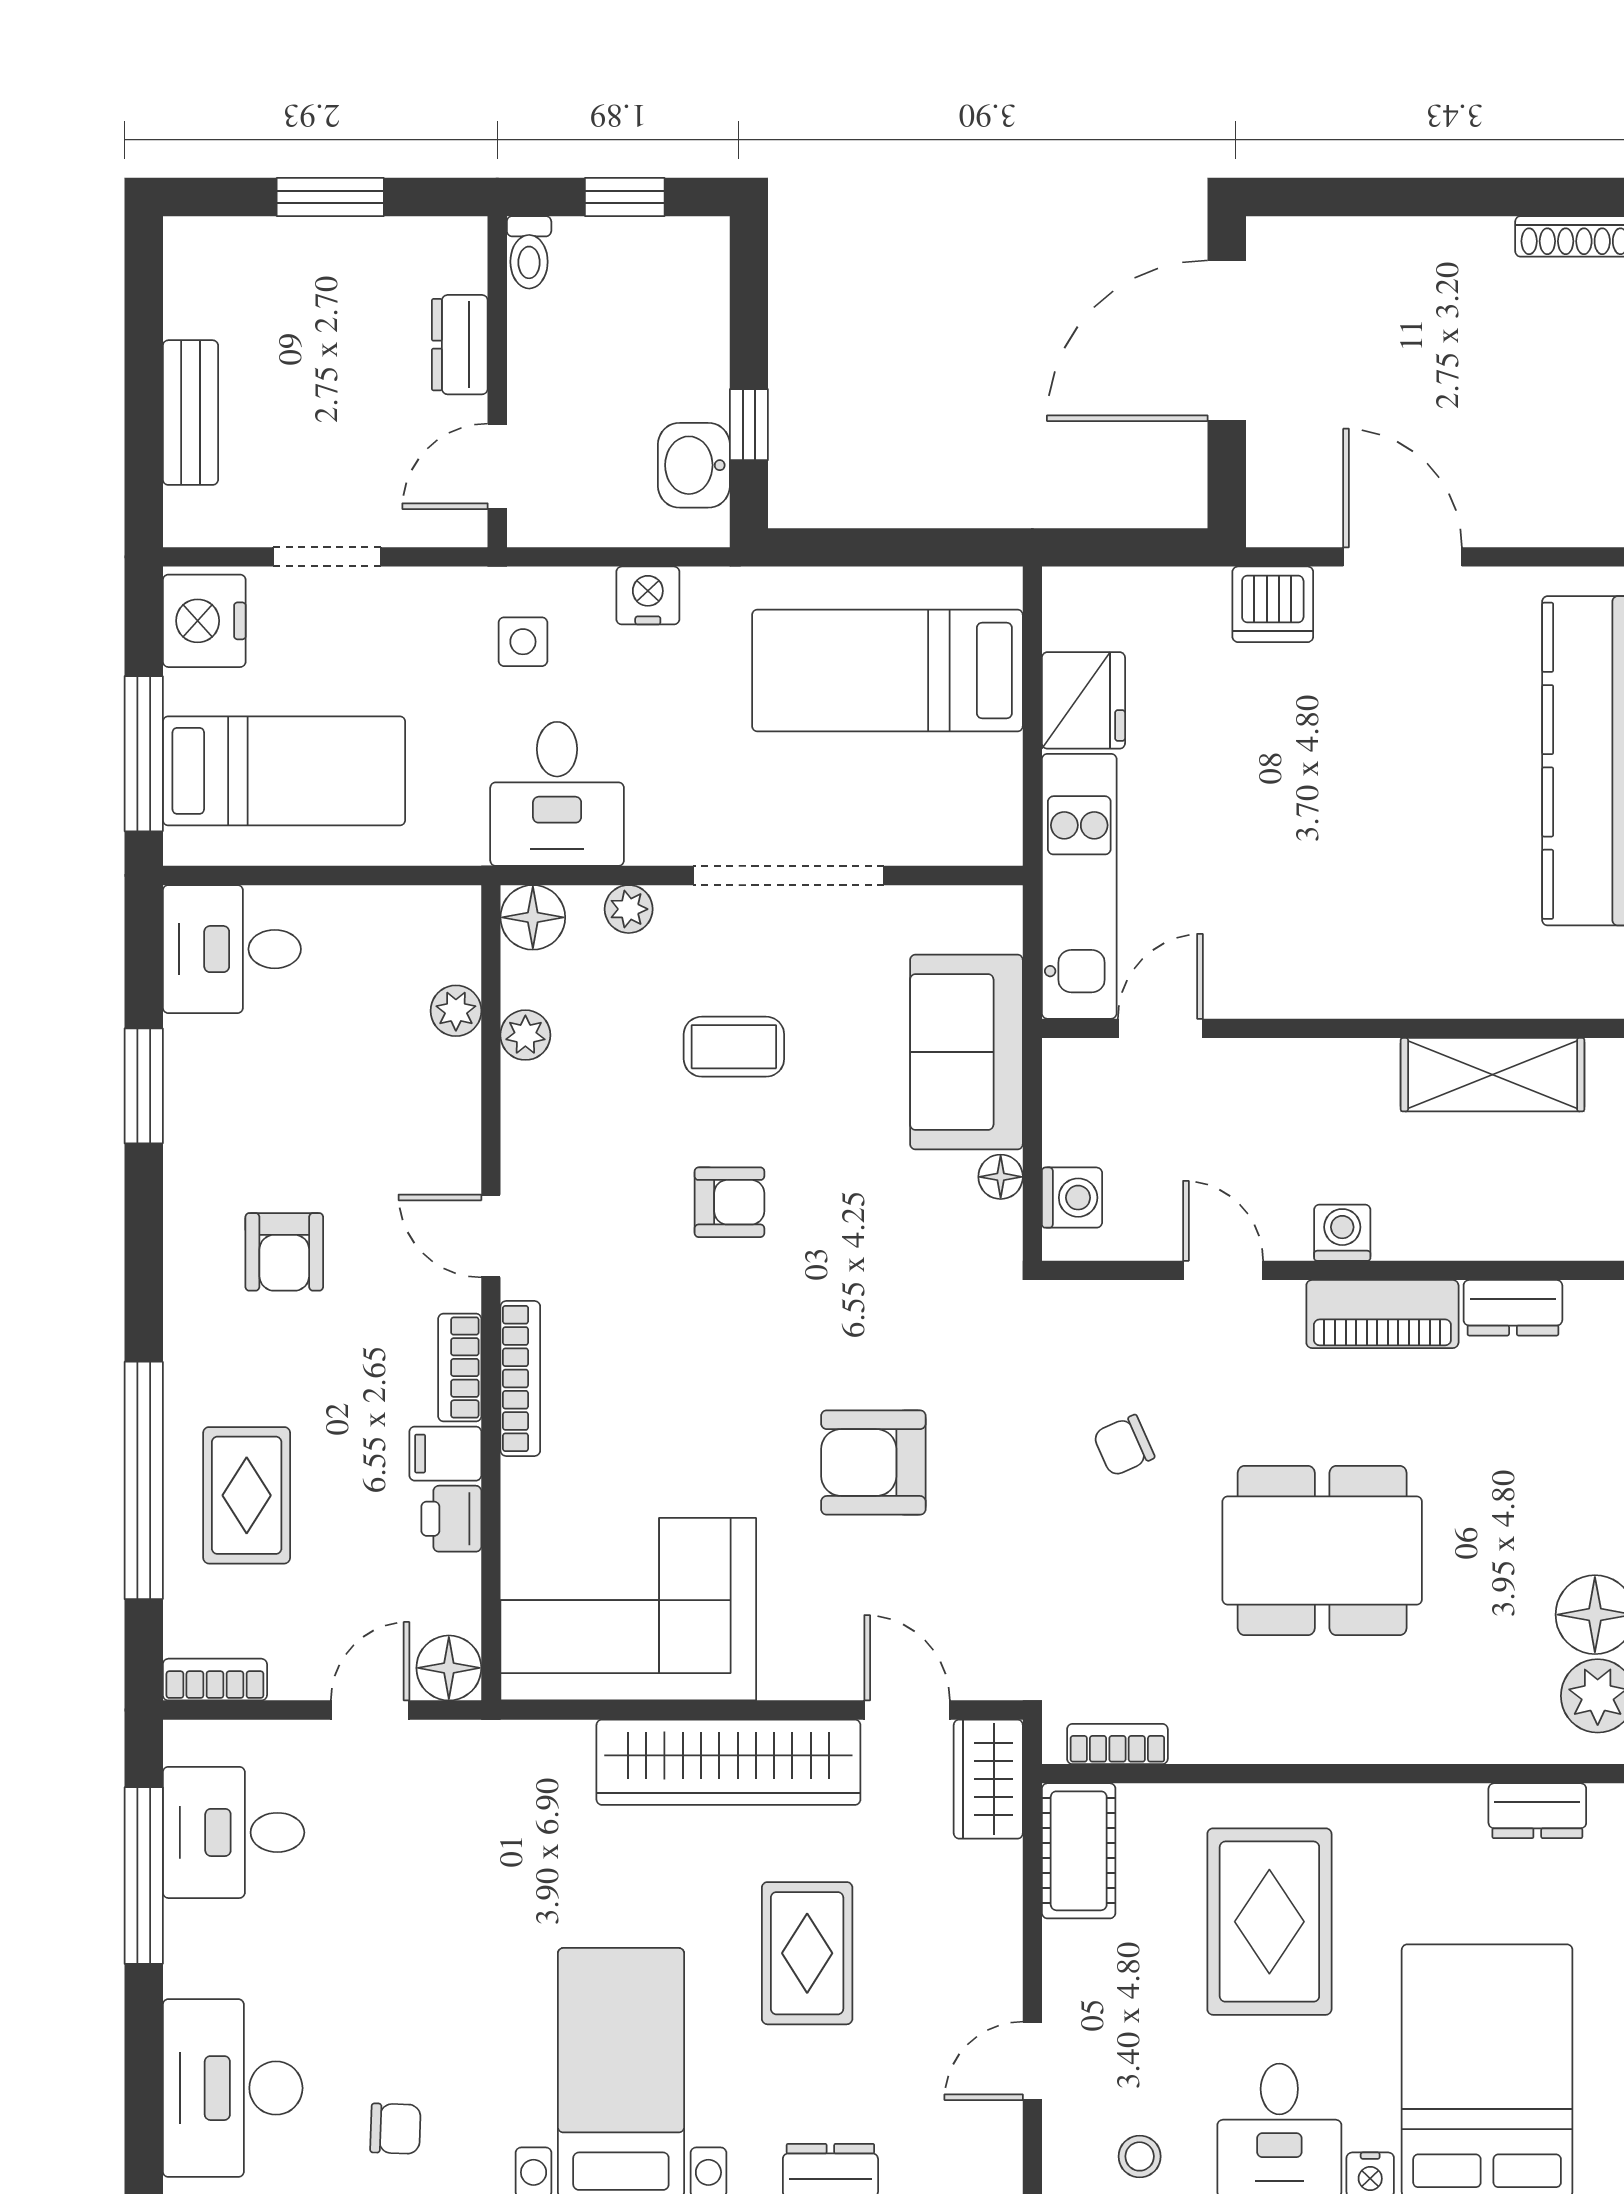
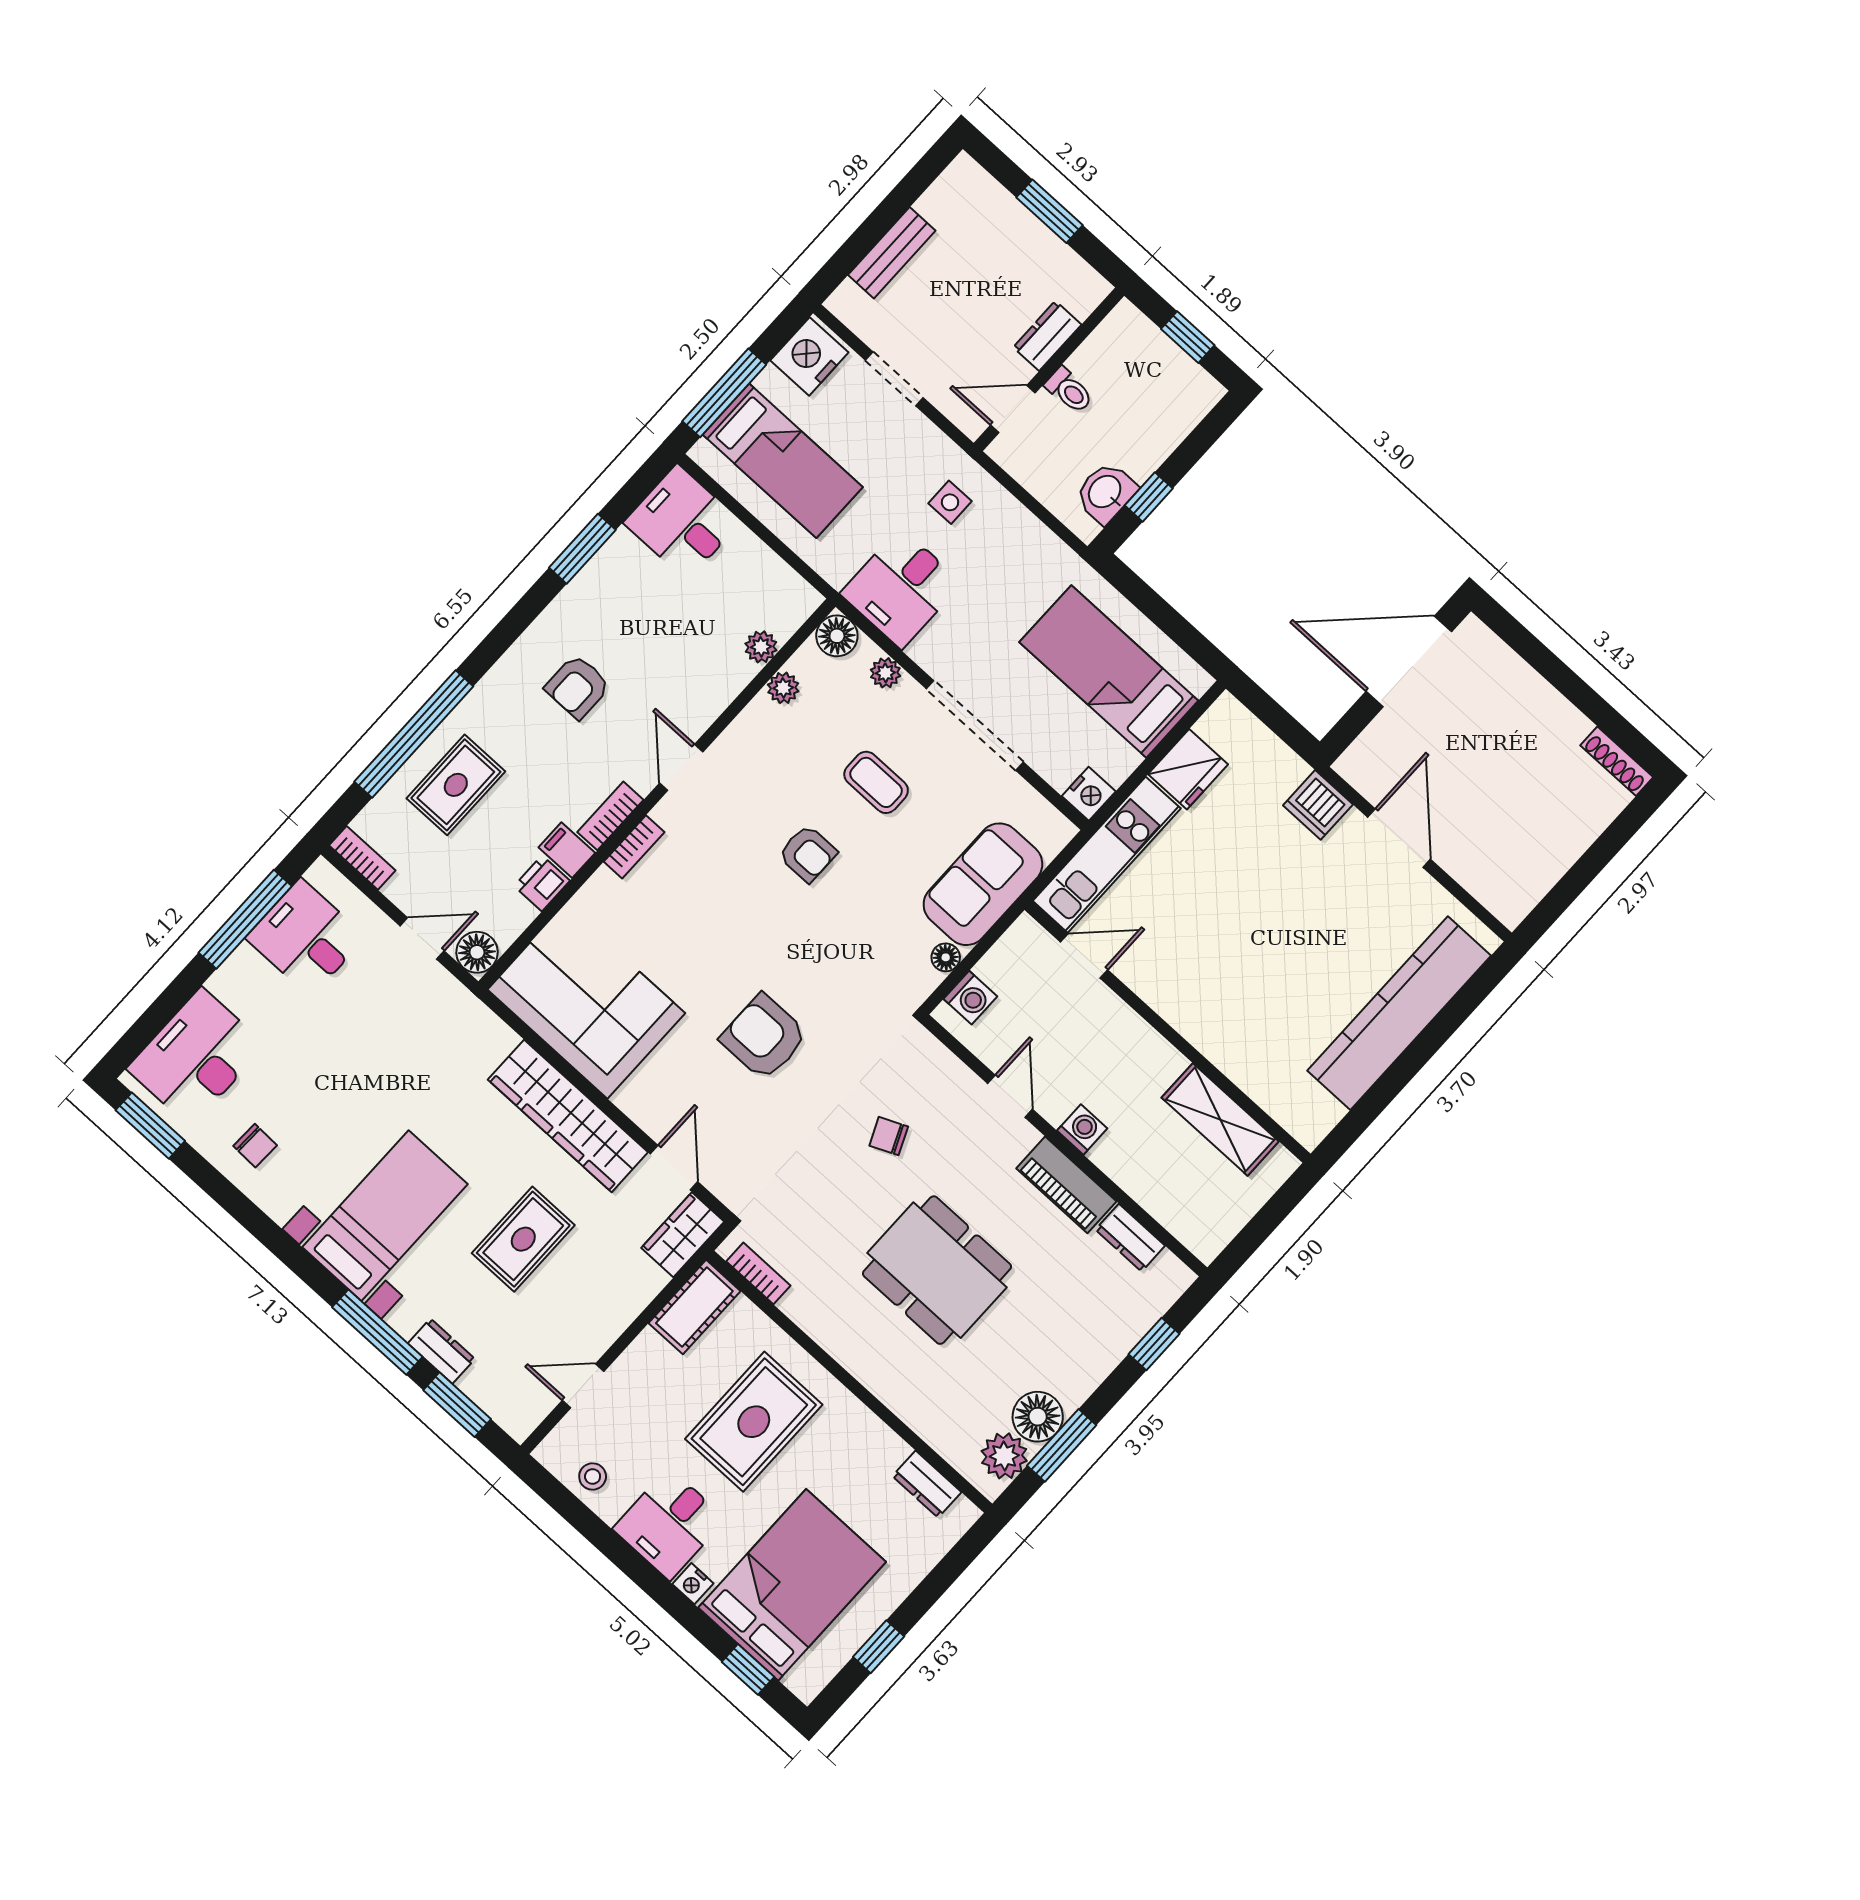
toilet: (529, 252) -> (1069, 390), moved, turned -90
nightstand: (648, 595) -> (1089, 794), moved, turned 90
bookcase: (520, 1378) -> (634, 847), width x0.64

